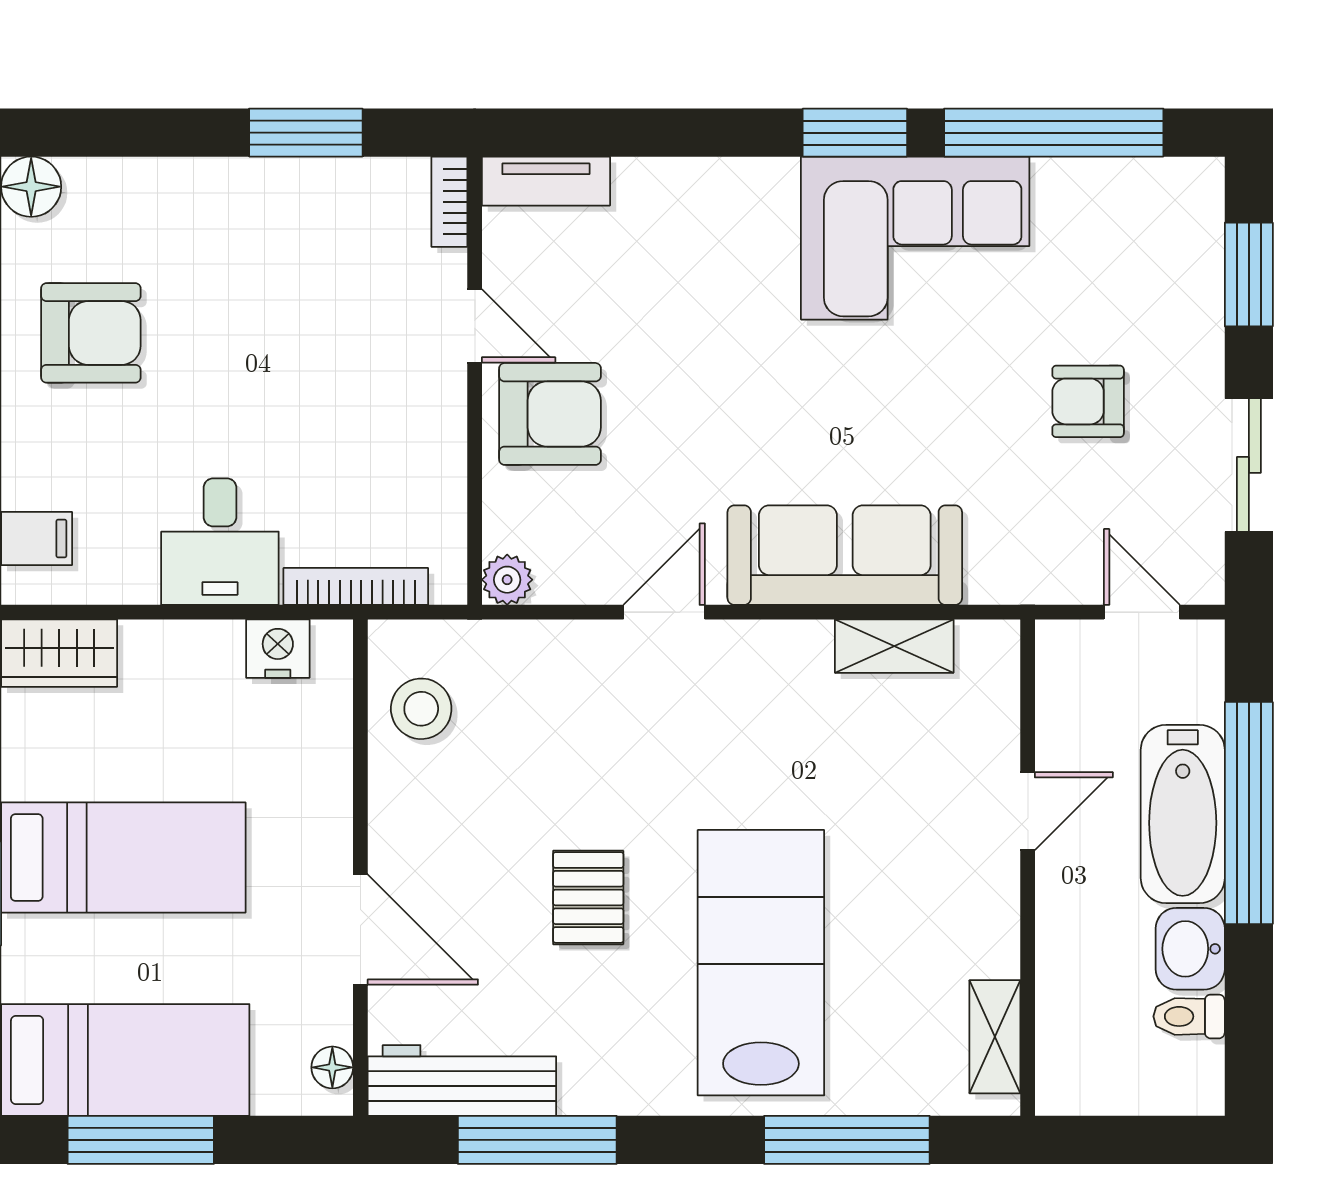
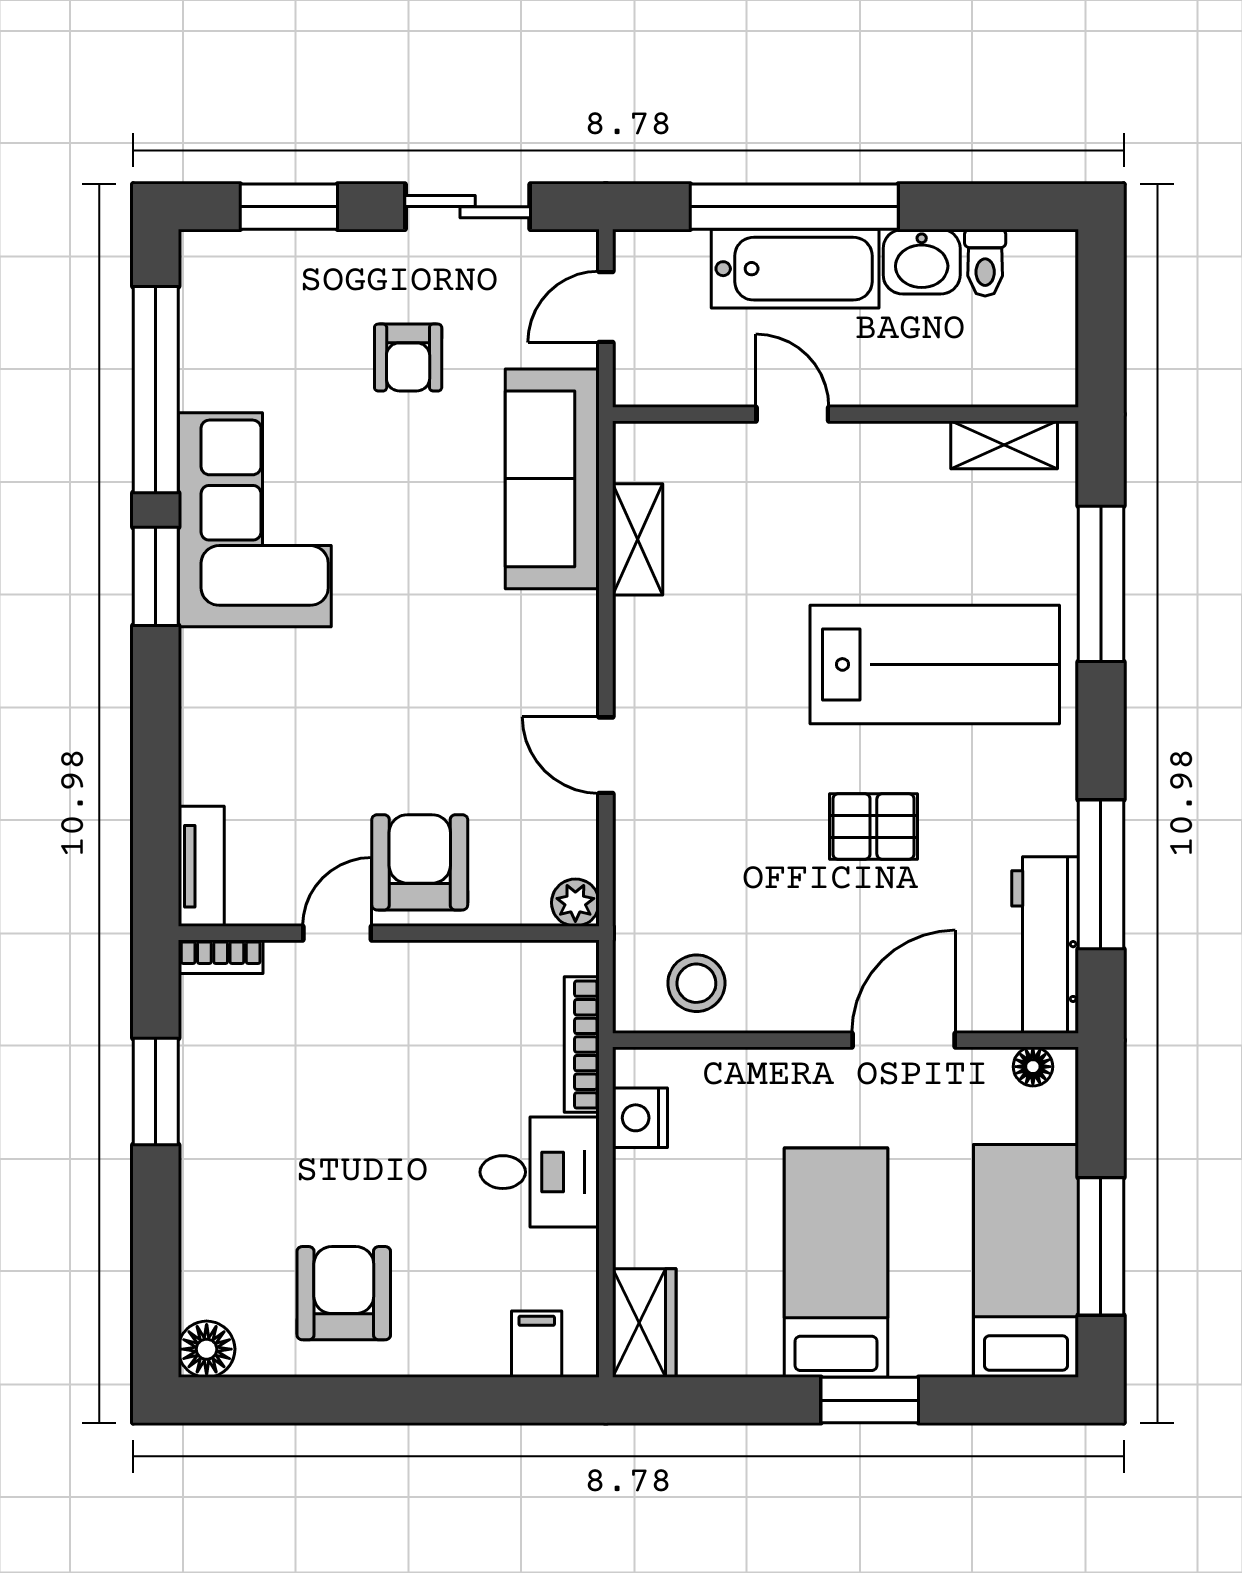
sofa: (845, 555) -> (552, 479), moved
lab bench: (761, 963) -> (935, 664), turned 180

